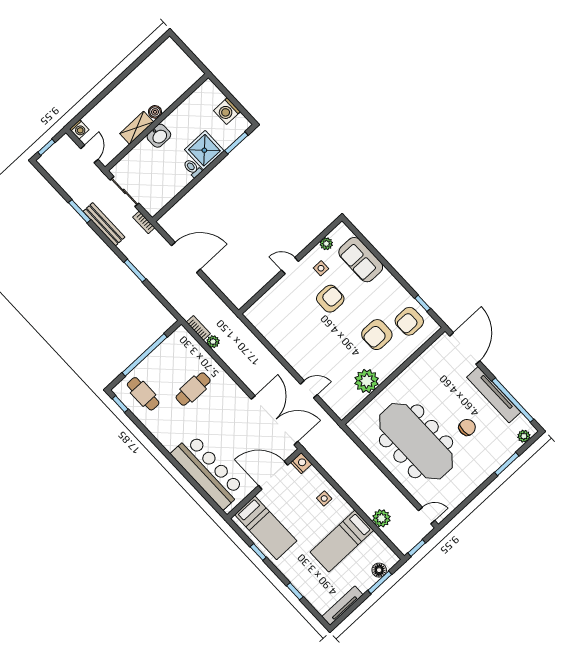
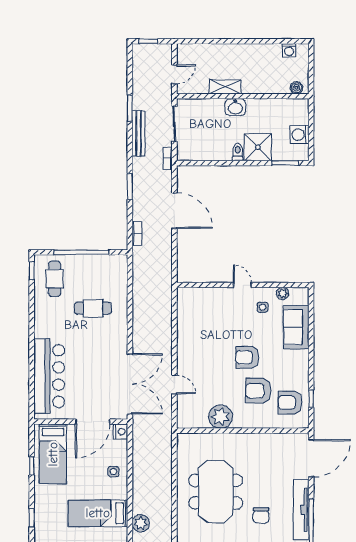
boiler: (155, 112) -> (296, 88), moved
washing machine: (79, 129) -> (289, 50), moved
armchair: (330, 299) -> (247, 357), moved, turned 180
bookcase: (198, 328) -> (137, 234), moved
plant: (213, 342) -> (138, 288), removed
chair: (467, 427) -> (261, 515), turned 90
meeting table: (416, 441) -> (216, 492), width x0.73
door: (273, 475) -> (93, 422), swing flipped

